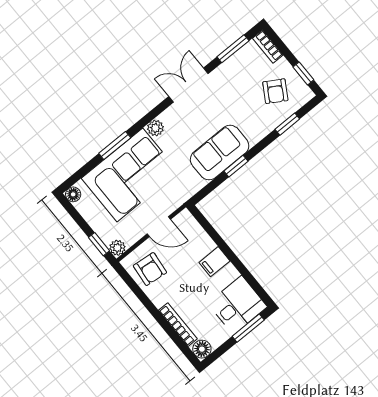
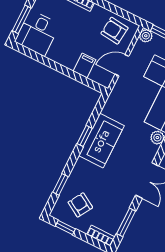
filing cabinet: (214, 262) -> (84, 65), moved

